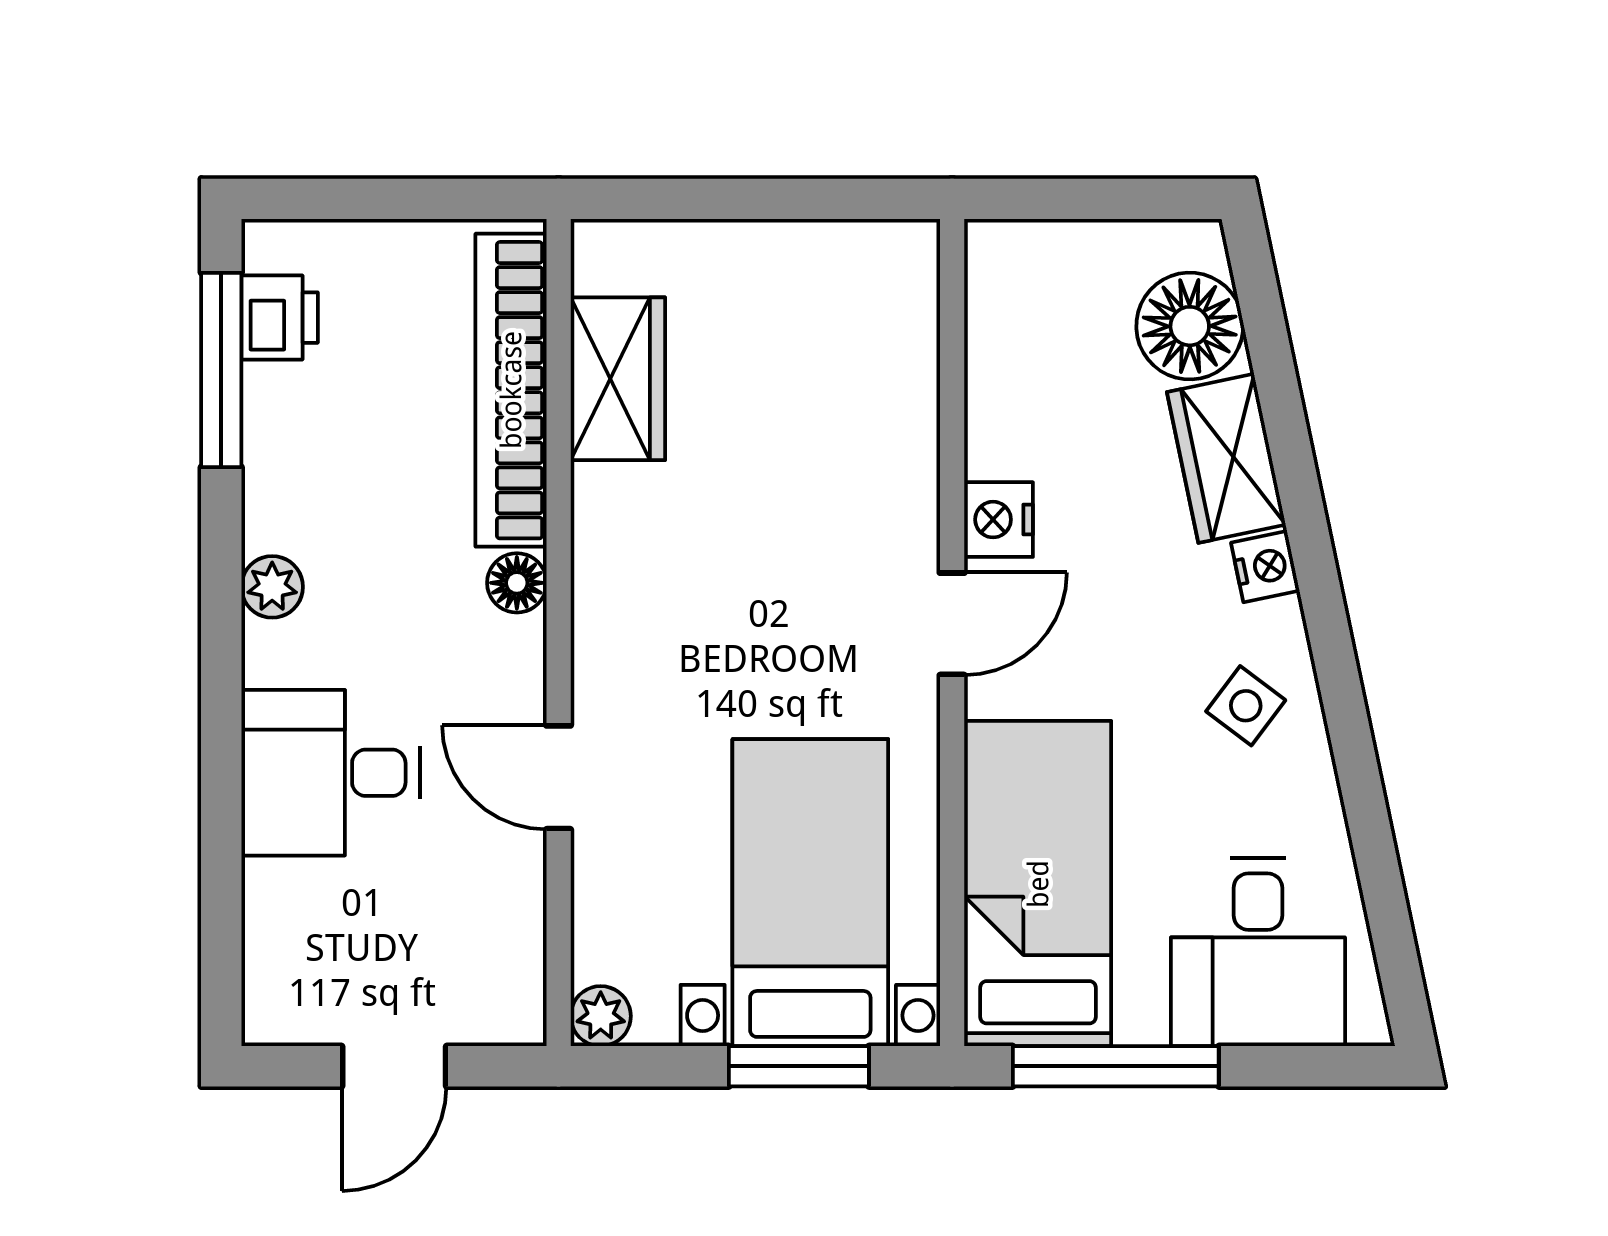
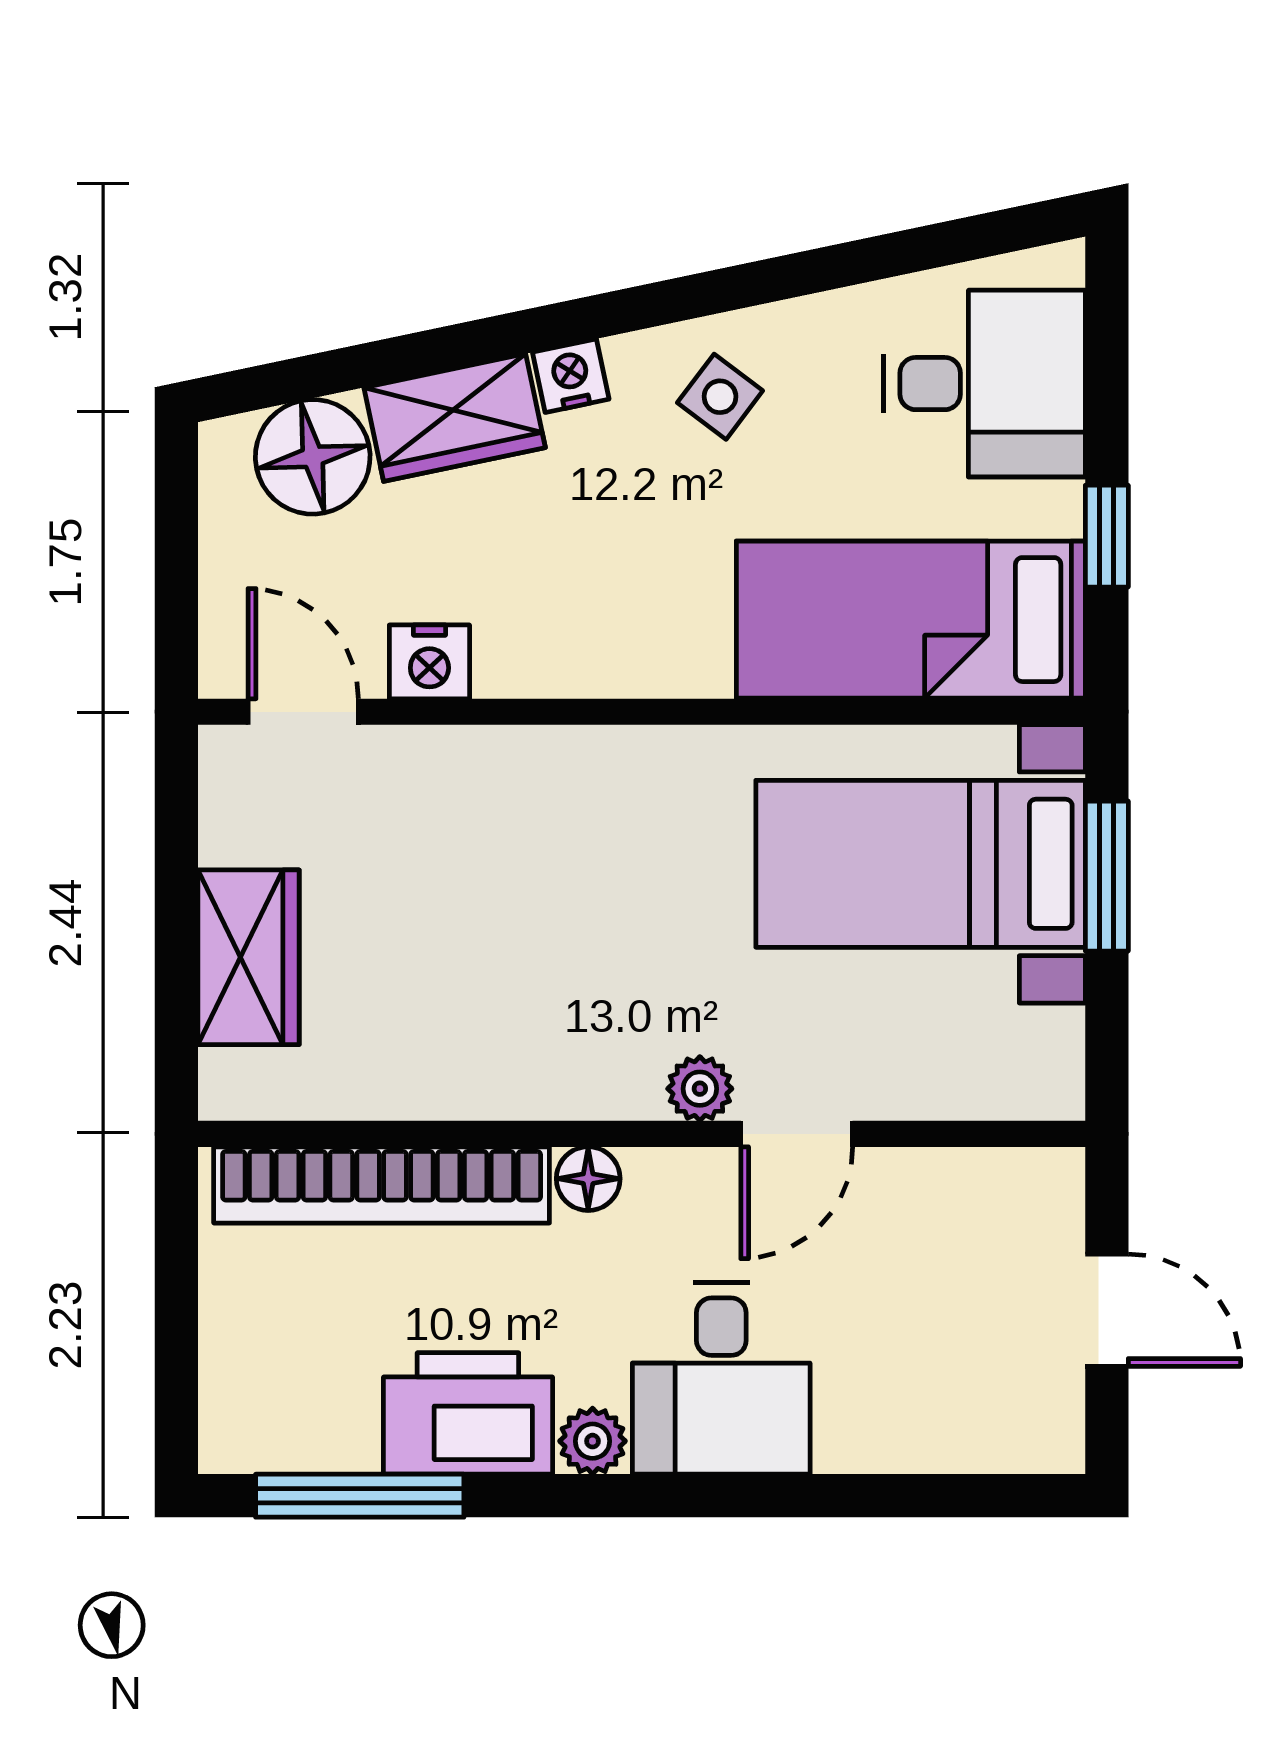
printer: (280, 318) -> (468, 1413), moved, width x1.87, depth x1.48
wardrobe: (618, 379) -> (249, 957), moved, turned 90
nightstand: (999, 520) -> (429, 662), moved
door: (952, 624) -> (303, 712), moved
desk: (331, 773) -> (721, 1378), moved
plant: (601, 1016) -> (700, 1089), moved
window: (1116, 1066) -> (1107, 536), width x0.46

